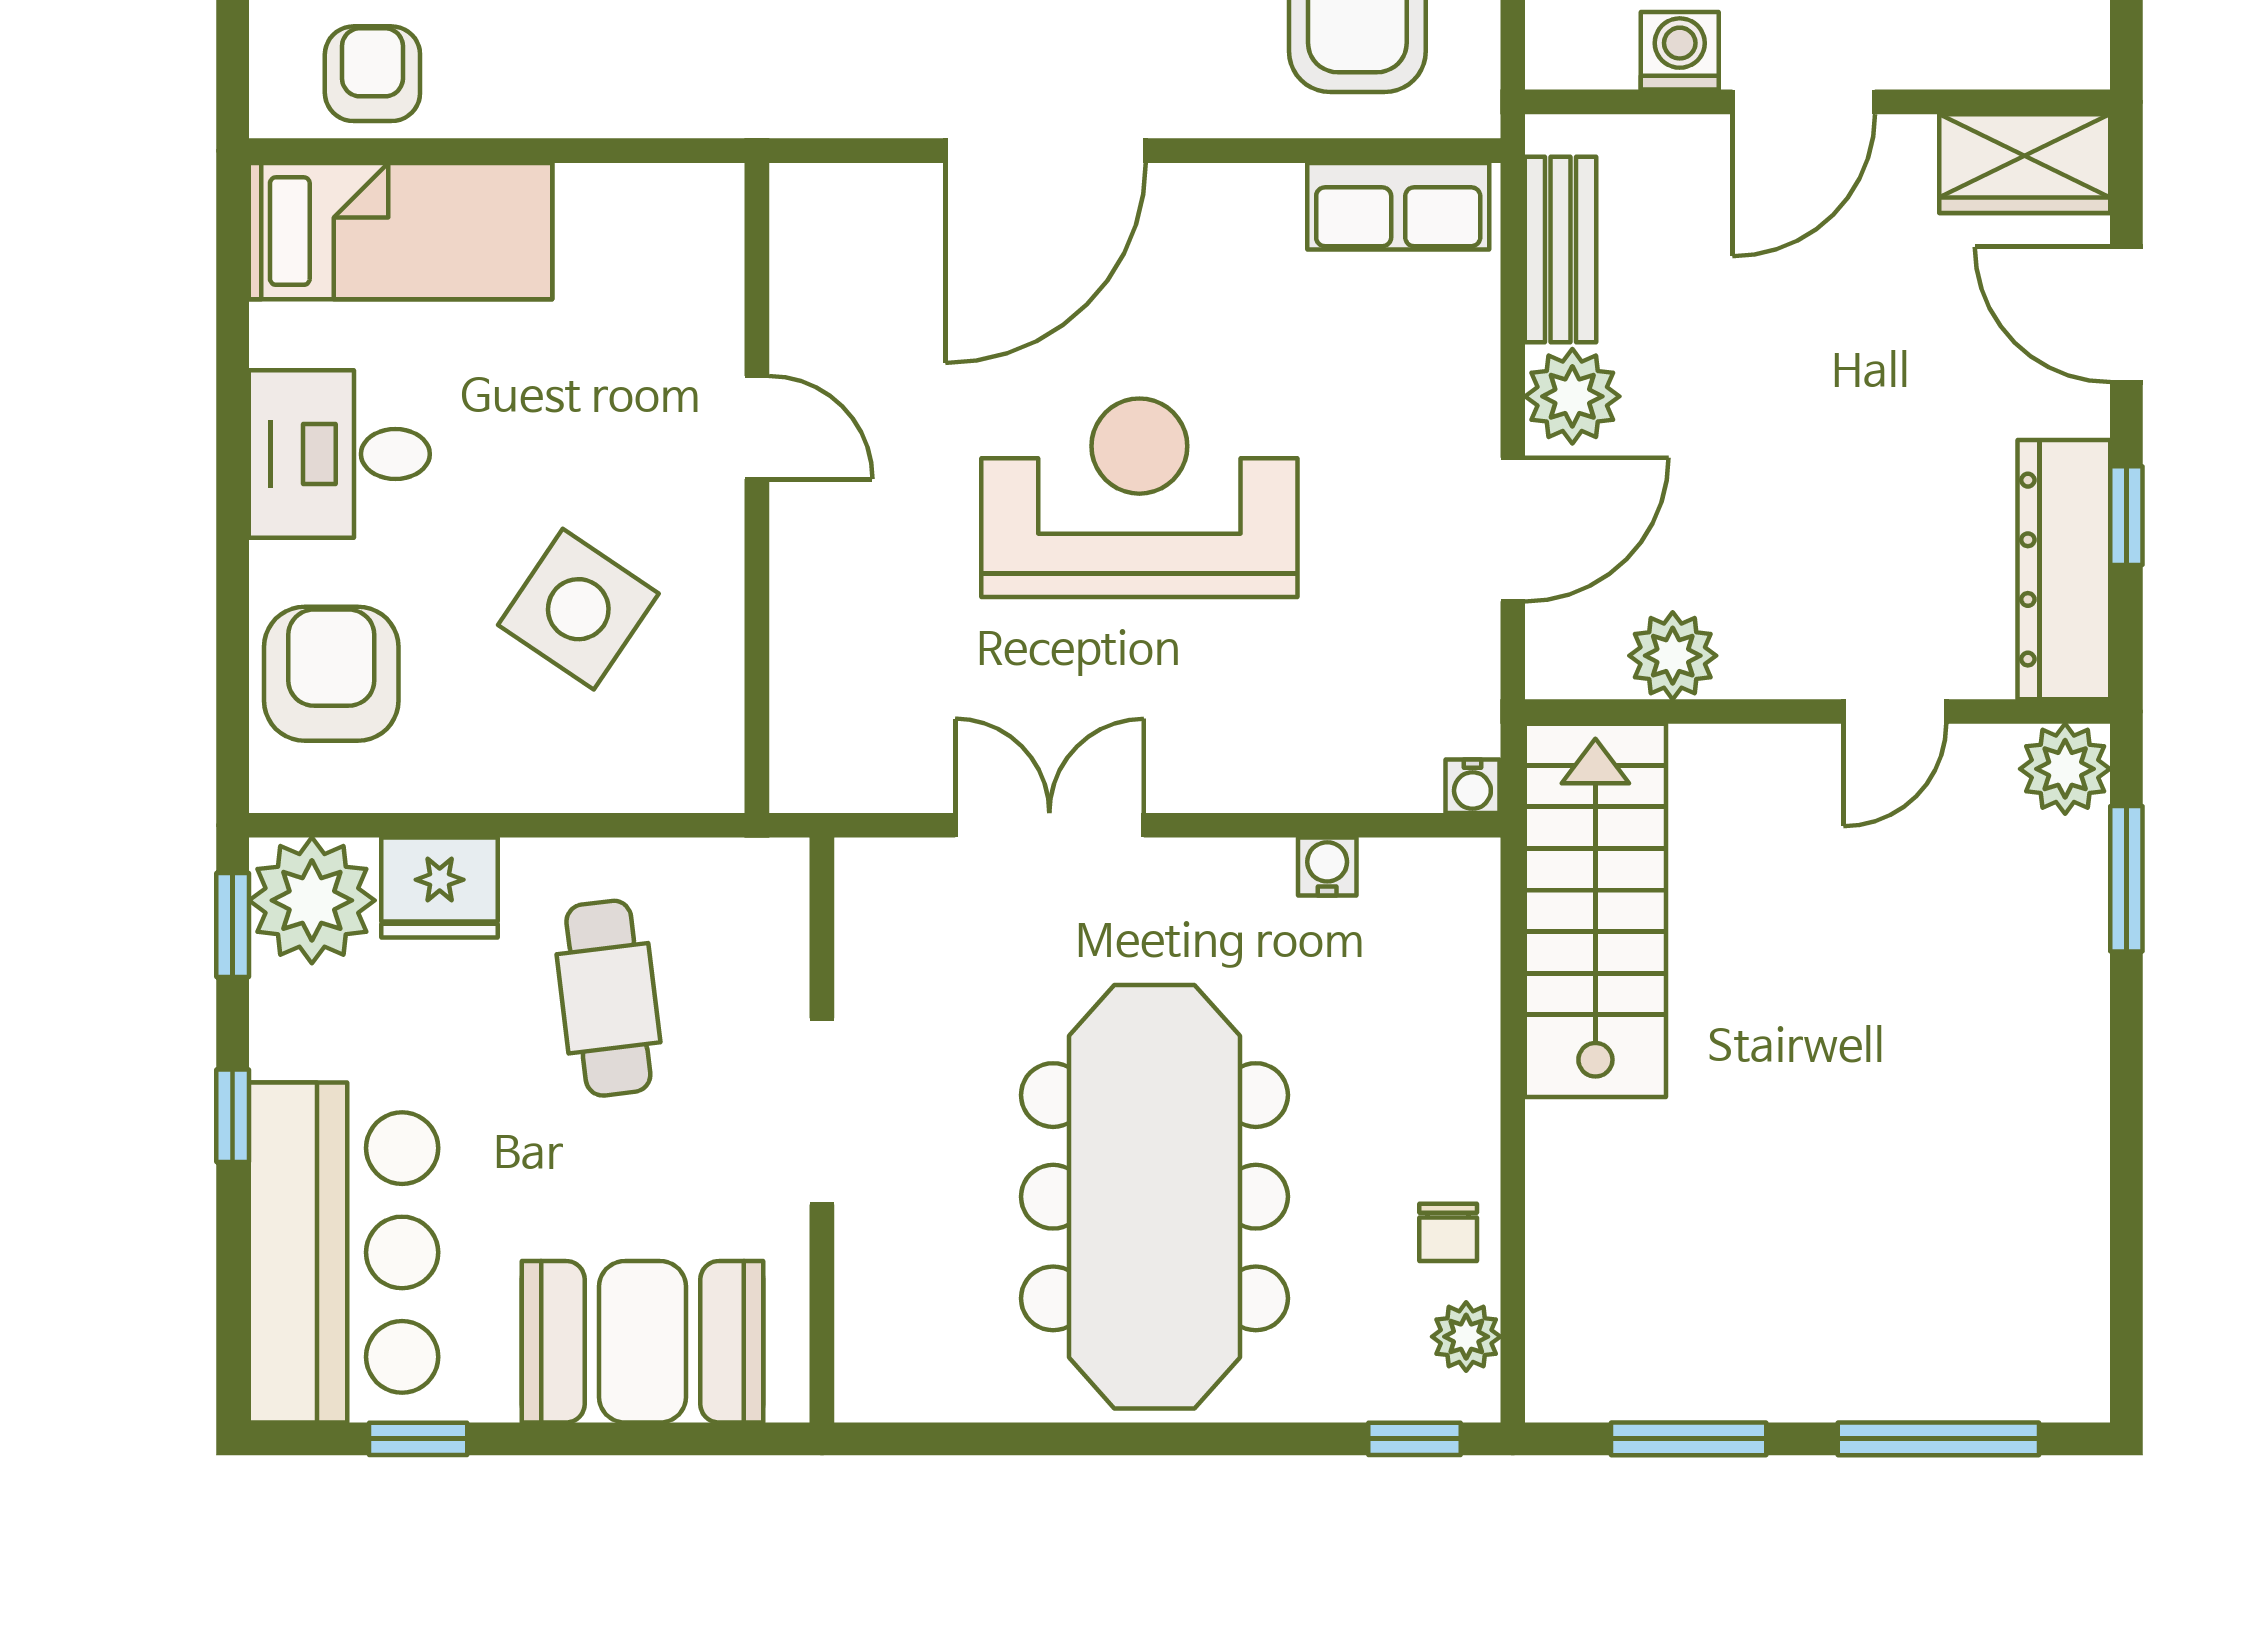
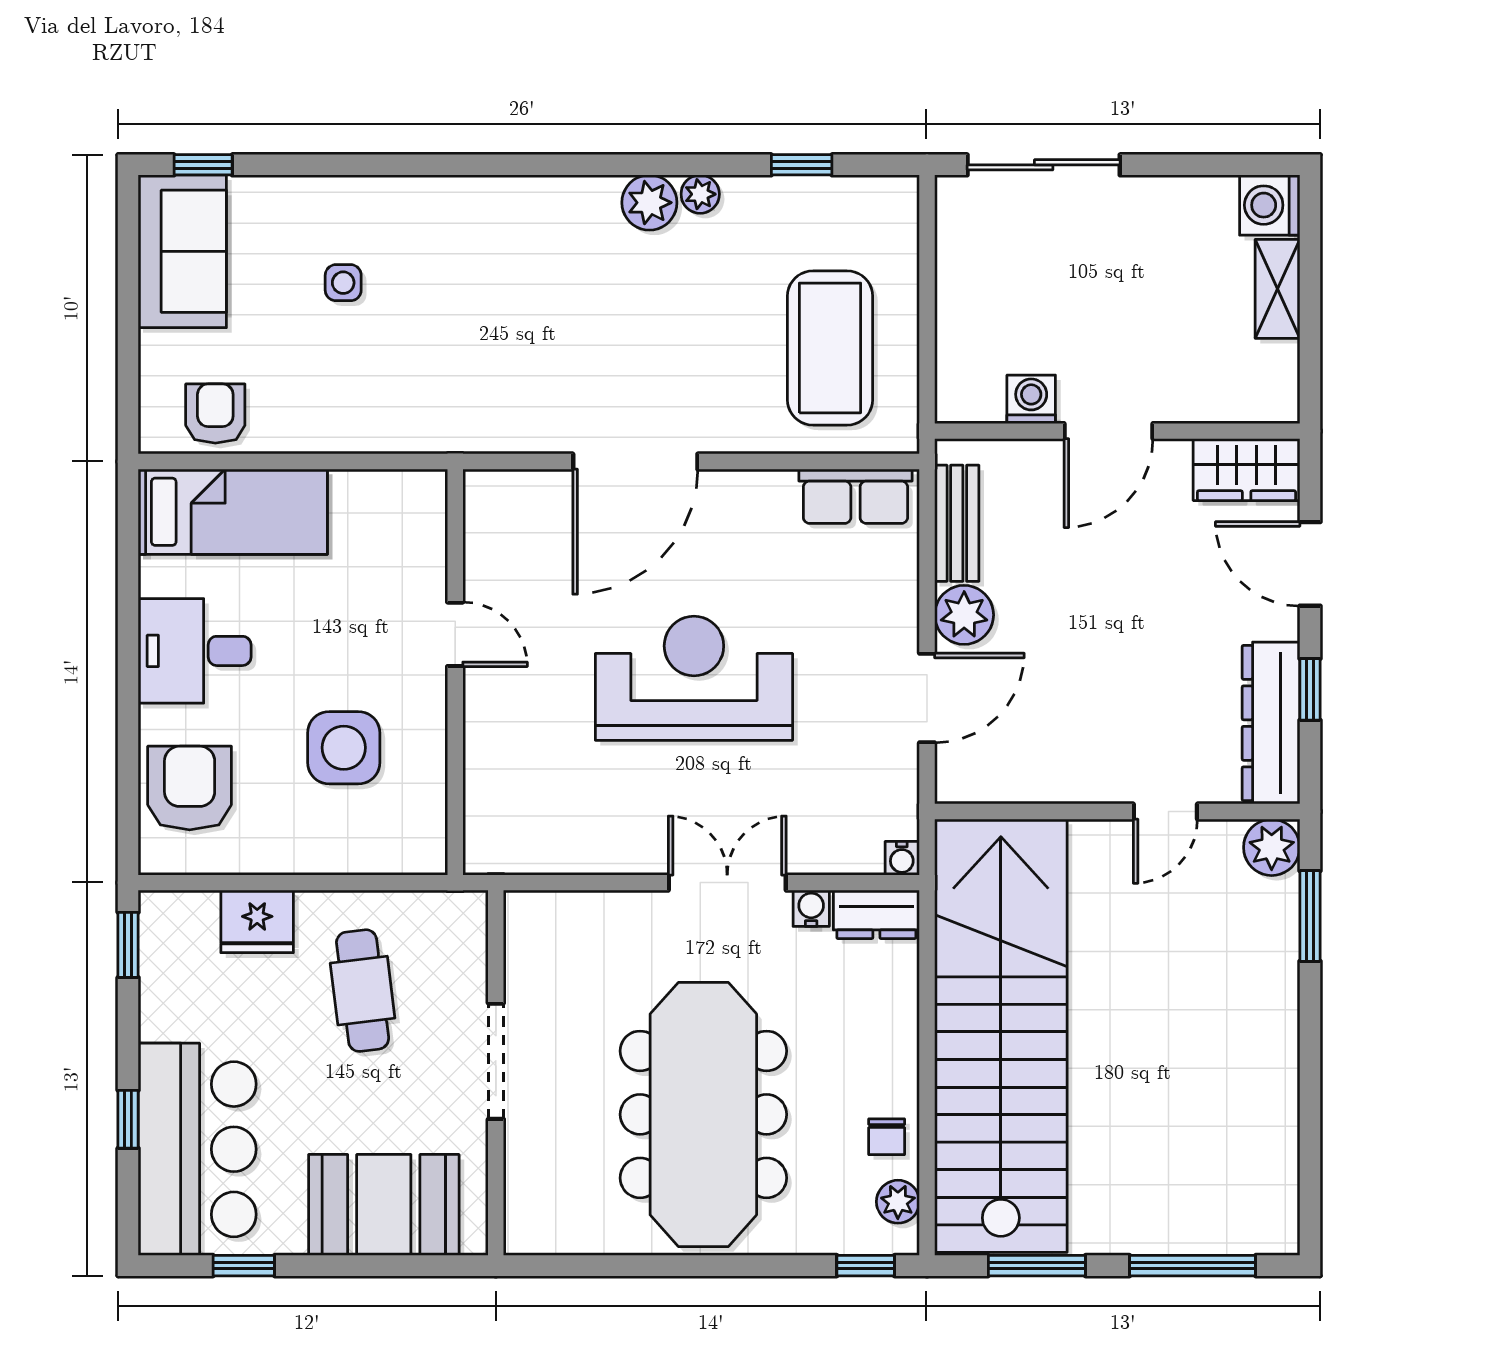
side table: (578, 609) -> (344, 748), turned -34
plant: (1673, 656) -> (1027, 777), removed
double door: (1049, 825) -> (727, 883), moved
dresser: (1432, 876) -> (876, 914), added
plant: (312, 900) -> (177, 930), removed
stairs: (1595, 910) -> (1001, 1036), width x1.86, depth x1.51
window: (233, 1116) -> (128, 1119), moved

